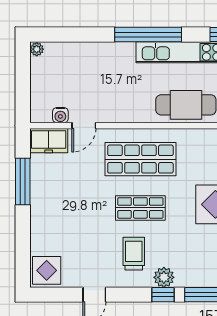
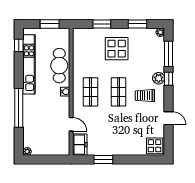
window: (148, 35) -> (19, 108), moved
water cooler: (60, 115) -> (65, 92), moved
shop shelf: (140, 159) -> (90, 92), width x0.70, depth x0.74
window: (23, 181) -> (103, 160), width x0.69

